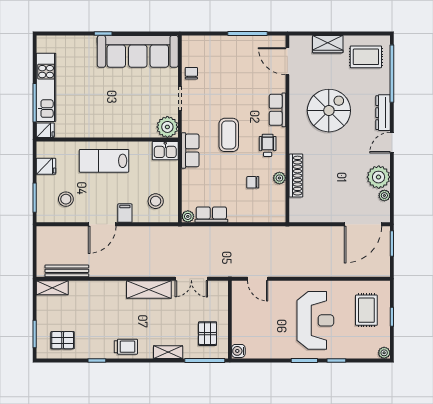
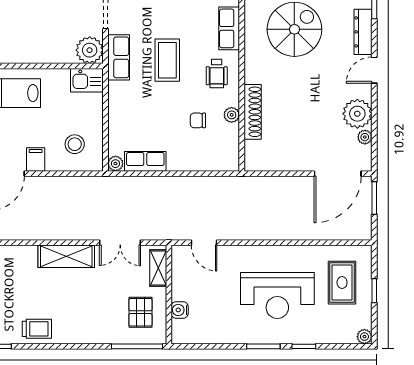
wheelchair: (268, 145) -> (217, 73), turned 180
row of seats: (190, 150) -> (119, 57), moved
reception desk: (315, 320) -> (277, 296), turned 90
water cooler: (238, 351) -> (180, 310), moved
shelving: (168, 352) -> (158, 268), moved, turned 90

